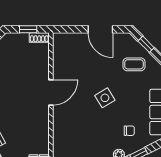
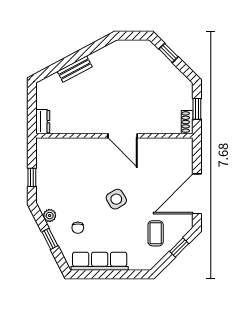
door: (100, 29) -> (197, 194), width x1.36

